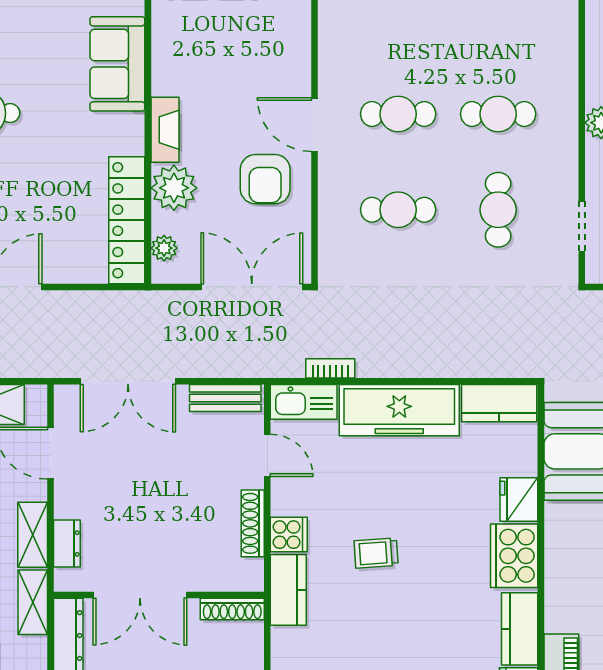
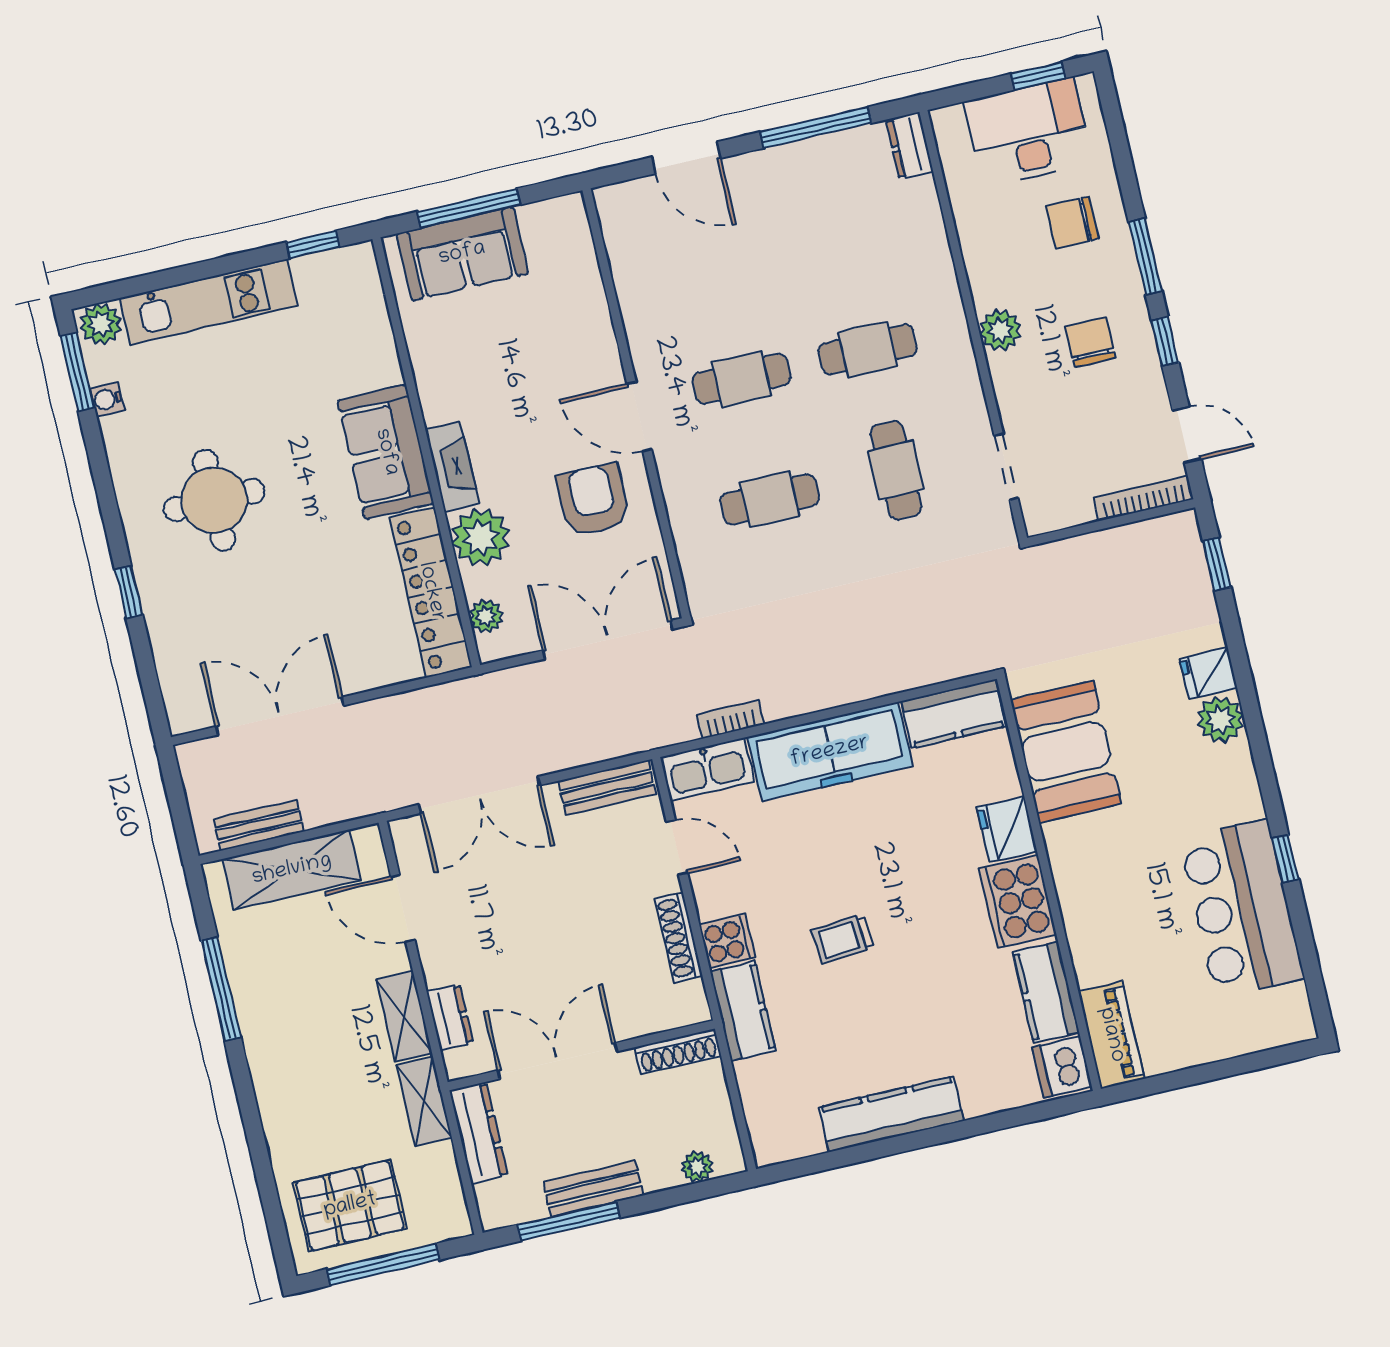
sofa: (117, 64) -> (386, 452), moved
armchair: (265, 179) -> (593, 500), turned 180
double door: (140, 595) -> (557, 1061), swing flipped

